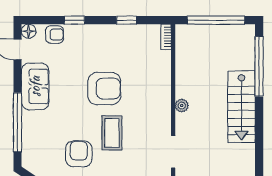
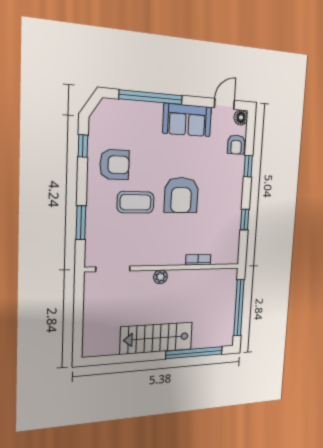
bookcase: (166, 37) -> (198, 260), moved

